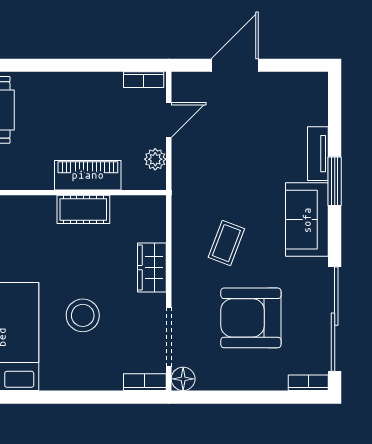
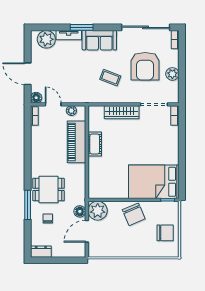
plant: (309, 105) -> (46, 39), added
piano: (88, 175) -> (77, 142), width x1.37, depth x1.33
wardrobe: (152, 268) -> (122, 112), width x1.50
stool: (83, 315) -> (144, 144), removed
plant: (234, 377) -> (172, 74), added
floor lamp: (183, 379) -> (36, 98), moved

